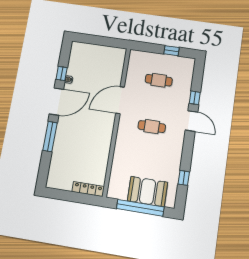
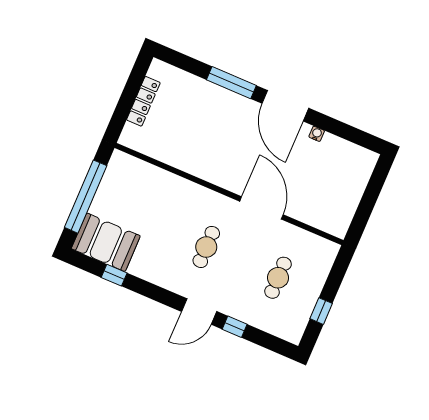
window: (62, 73) -> (330, 125), removed
locker: (88, 189) -> (143, 101), moved
booth: (147, 191) -> (106, 242), moved, turned 90

